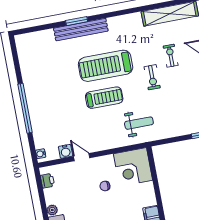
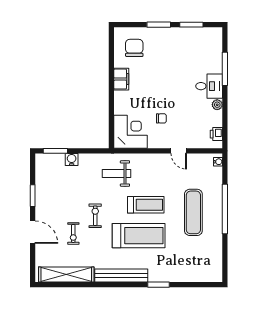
bench: (81, 30) -> (121, 275), moved
treadmill: (104, 98) -> (146, 205), turned 180
exercise mat: (56, 99) -> (193, 212), added
water cooler: (66, 151) -> (72, 159), moved

